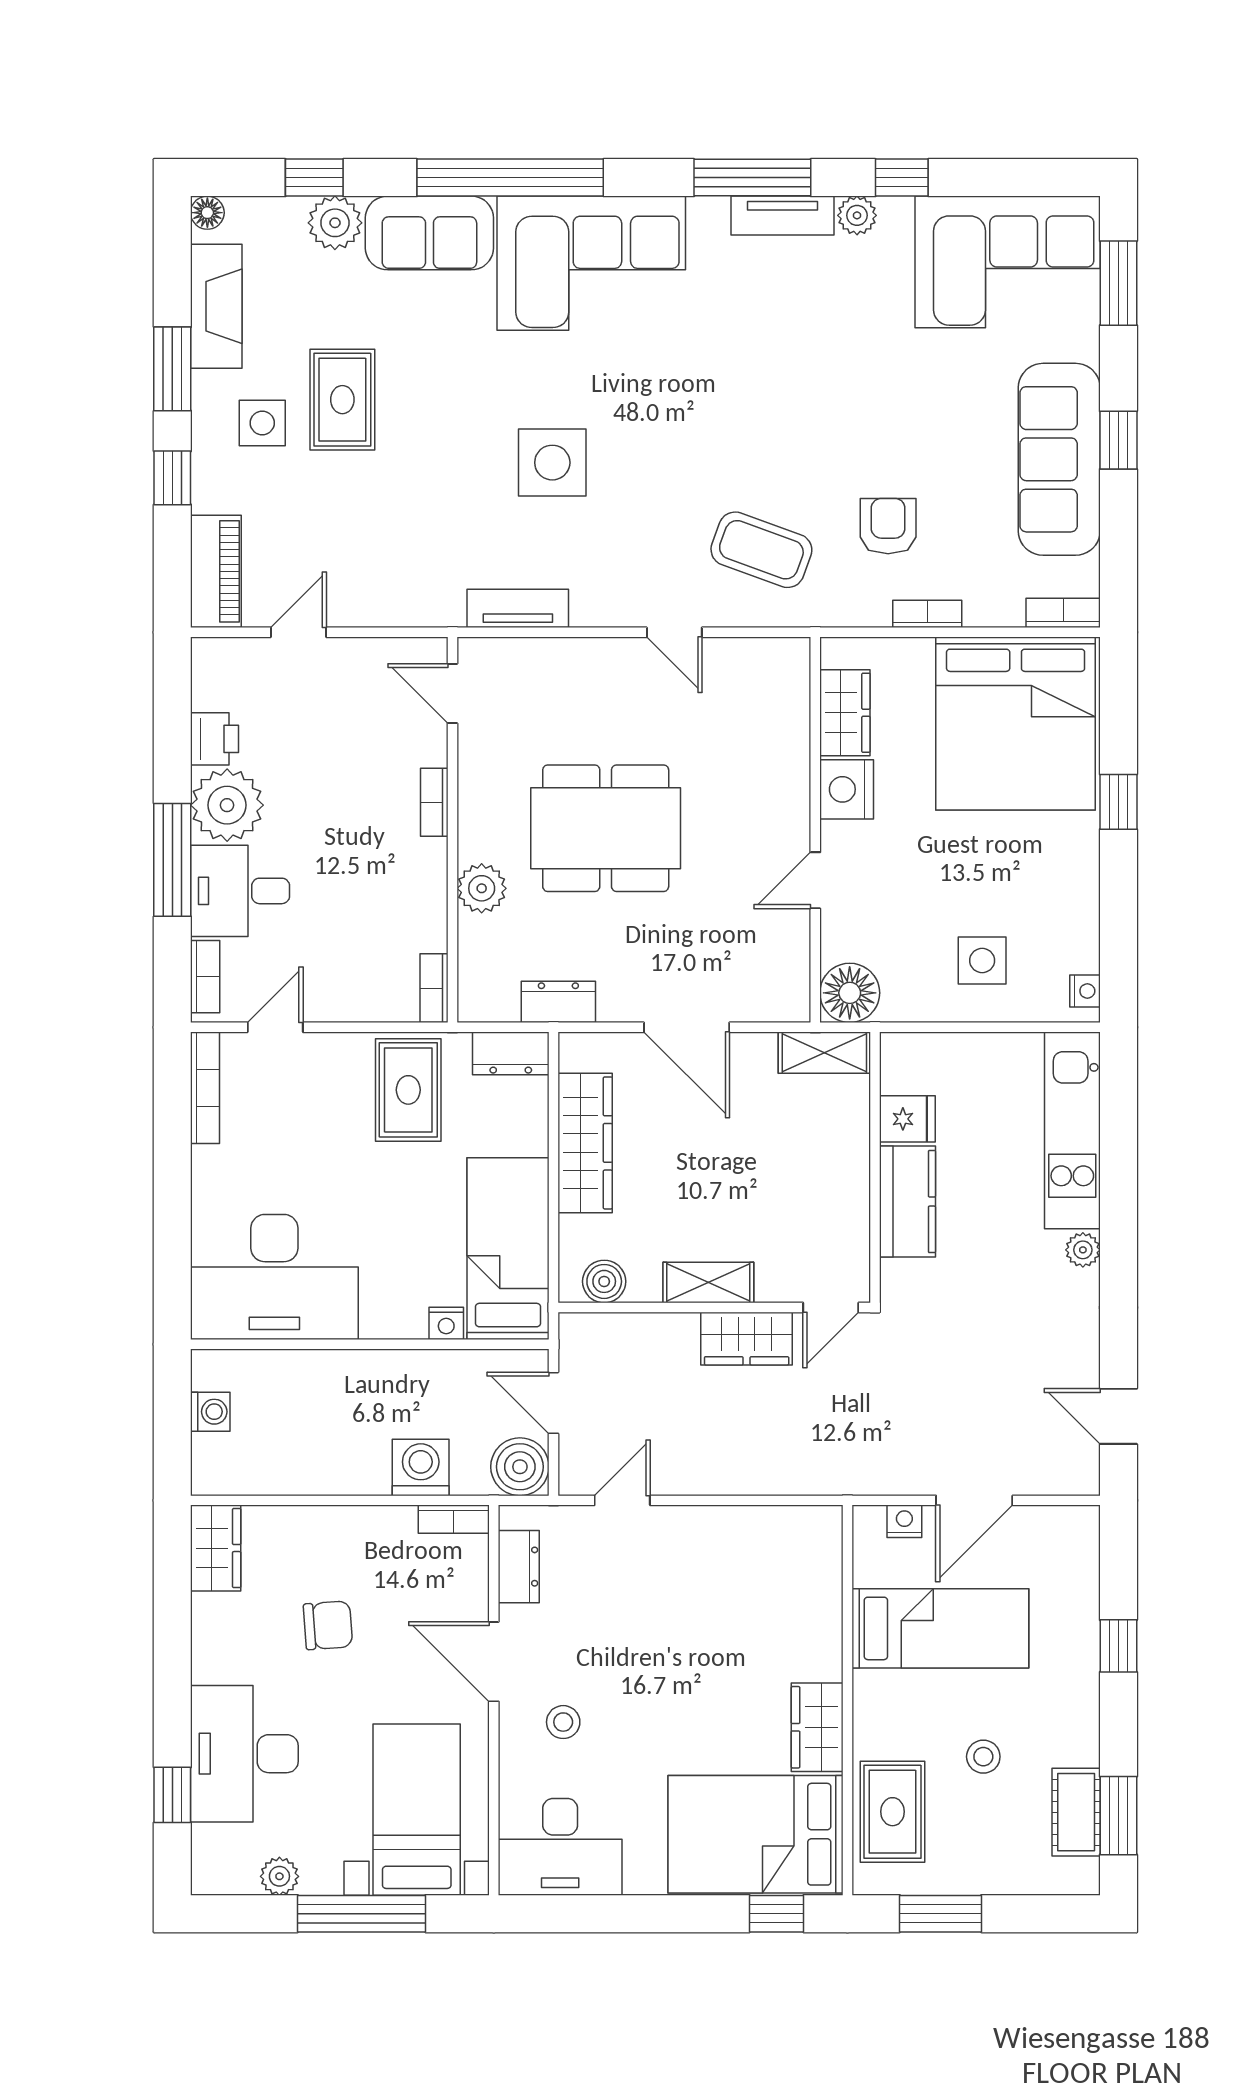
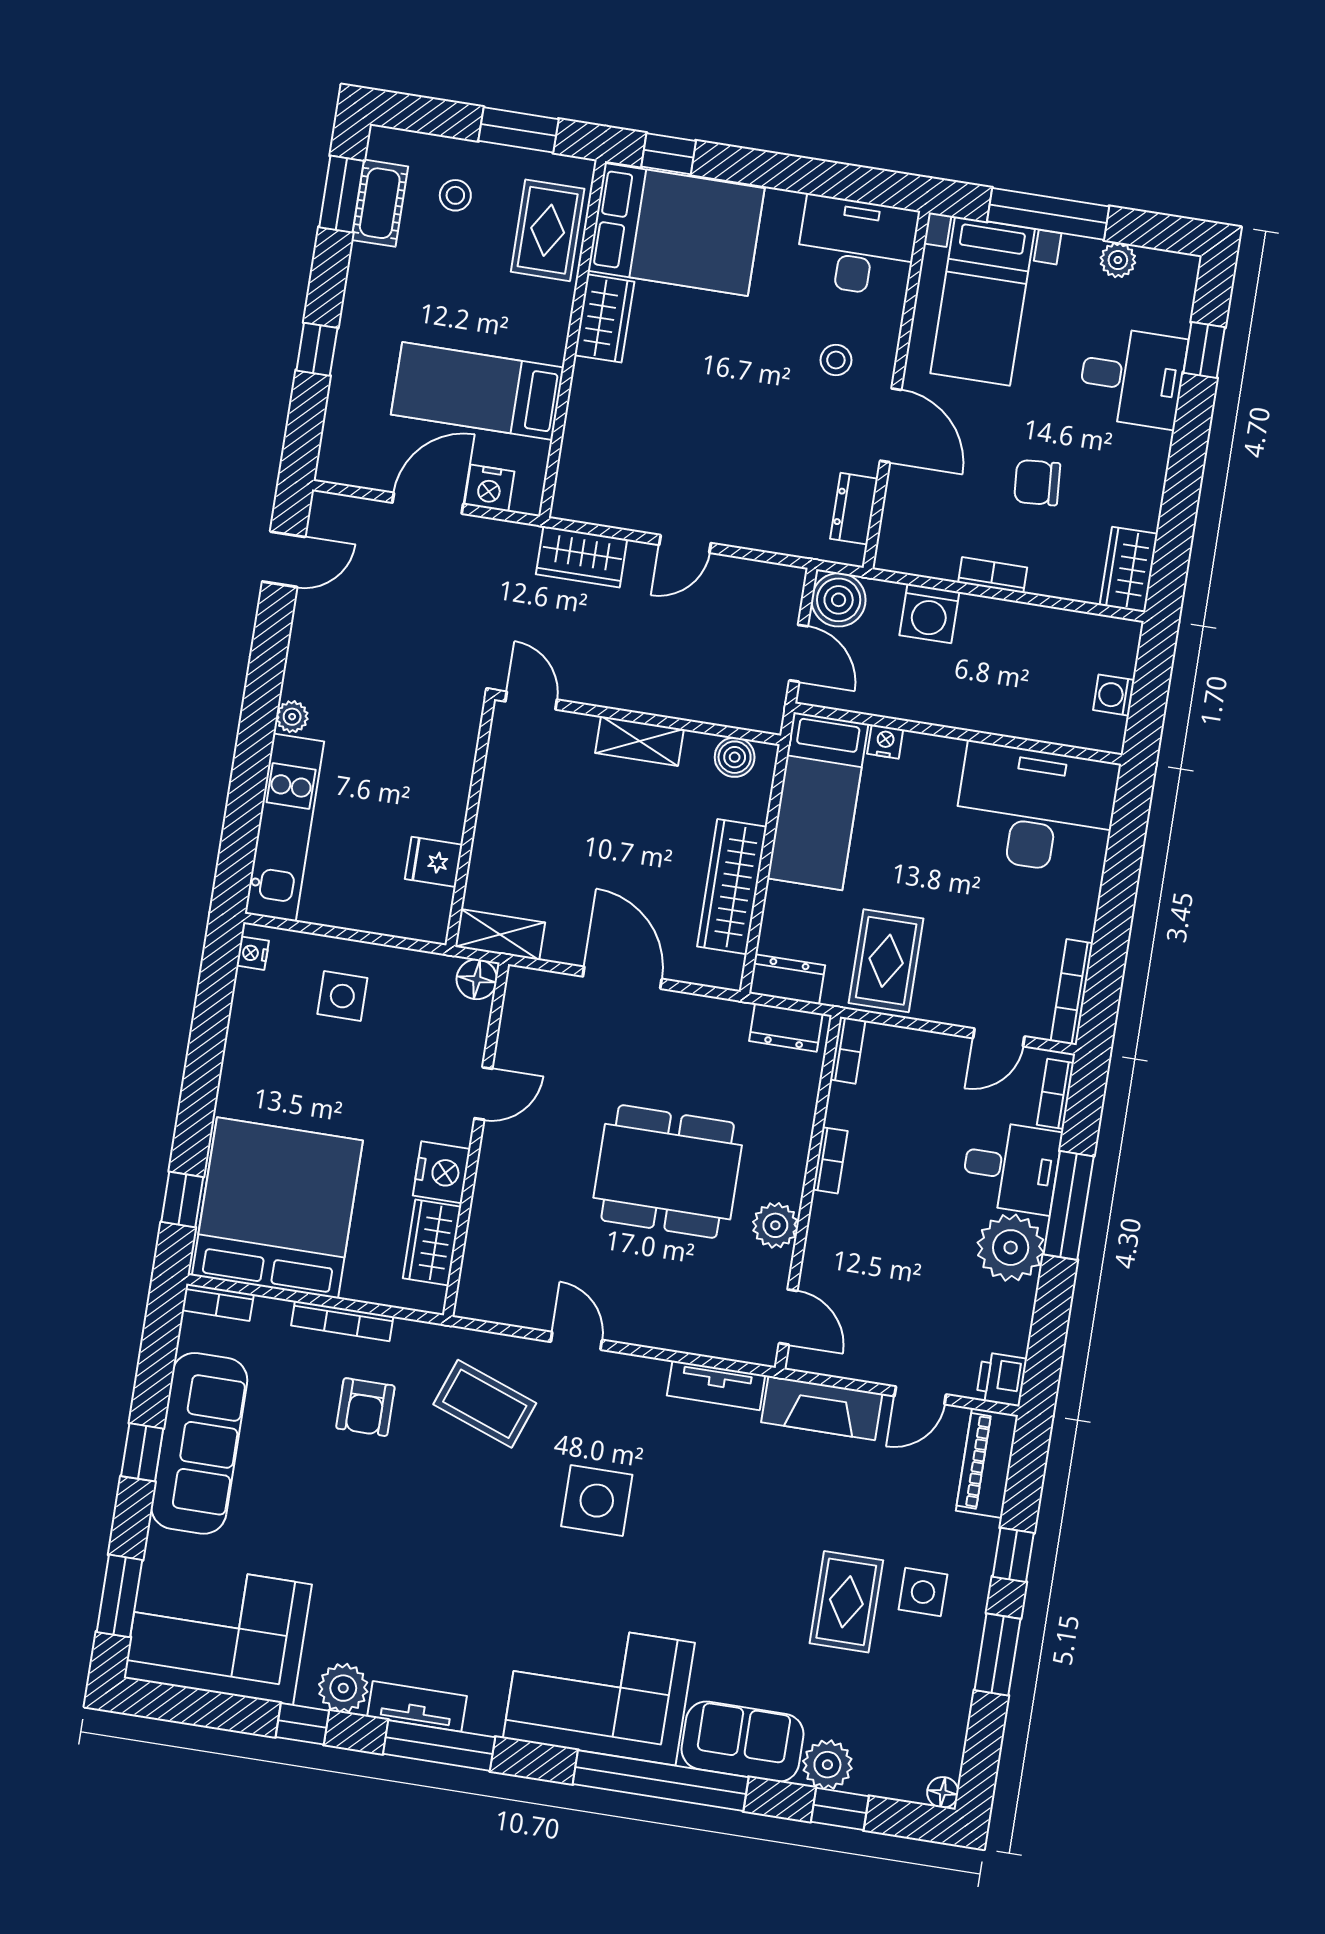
plant: (857, 215) -> (343, 1688), width x1.38, depth x1.38
fireplace: (216, 306) -> (822, 1408), moved, turned -90
side table: (552, 463) -> (597, 1501), moved
bookcase: (927, 614) -> (342, 1321), width x1.56
printer: (215, 739) -> (1001, 1379), moved
bookcase: (434, 802) -> (830, 1160), moved
window: (1118, 802) -> (182, 1199), moved
plant: (482, 888) -> (775, 1225), moved
floor lamp: (850, 993) -> (477, 979), width x0.73, depth x0.73
dresser: (558, 1002) -> (786, 1027), moved
kitchen counter: (907, 1202) -> (446, 786), removed
door: (831, 1307) -> (531, 701), hinge flipped
wardrobe: (747, 1339) -> (582, 557), moved, turned 180
door: (1118, 1416) -> (284, 559), hinge flipped
door: (622, 1500) -> (685, 544), moved
bookcase: (454, 1519) -> (993, 575), moved
nightstand: (904, 1521) -> (489, 488), width x1.39, depth x1.35
desk: (244, 1754) -> (1132, 377), width x0.73
stool: (983, 1757) -> (455, 195), moved

